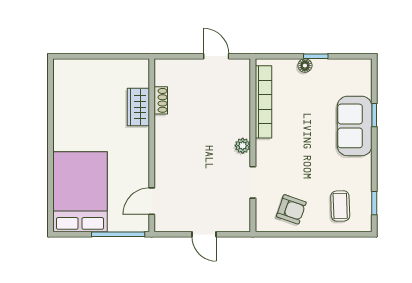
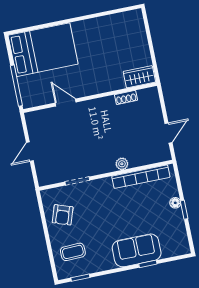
wardrobe: (138, 107) -> (139, 77), moved
plant: (243, 146) -> (122, 164), moved
door: (152, 201) -> (66, 102), moved

